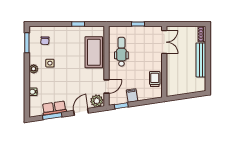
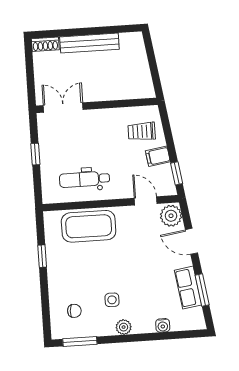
trolley: (155, 79) -> (142, 131), moved

